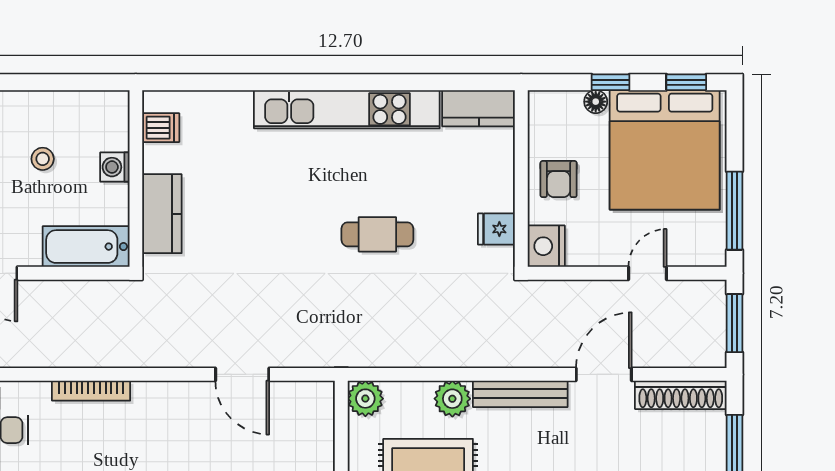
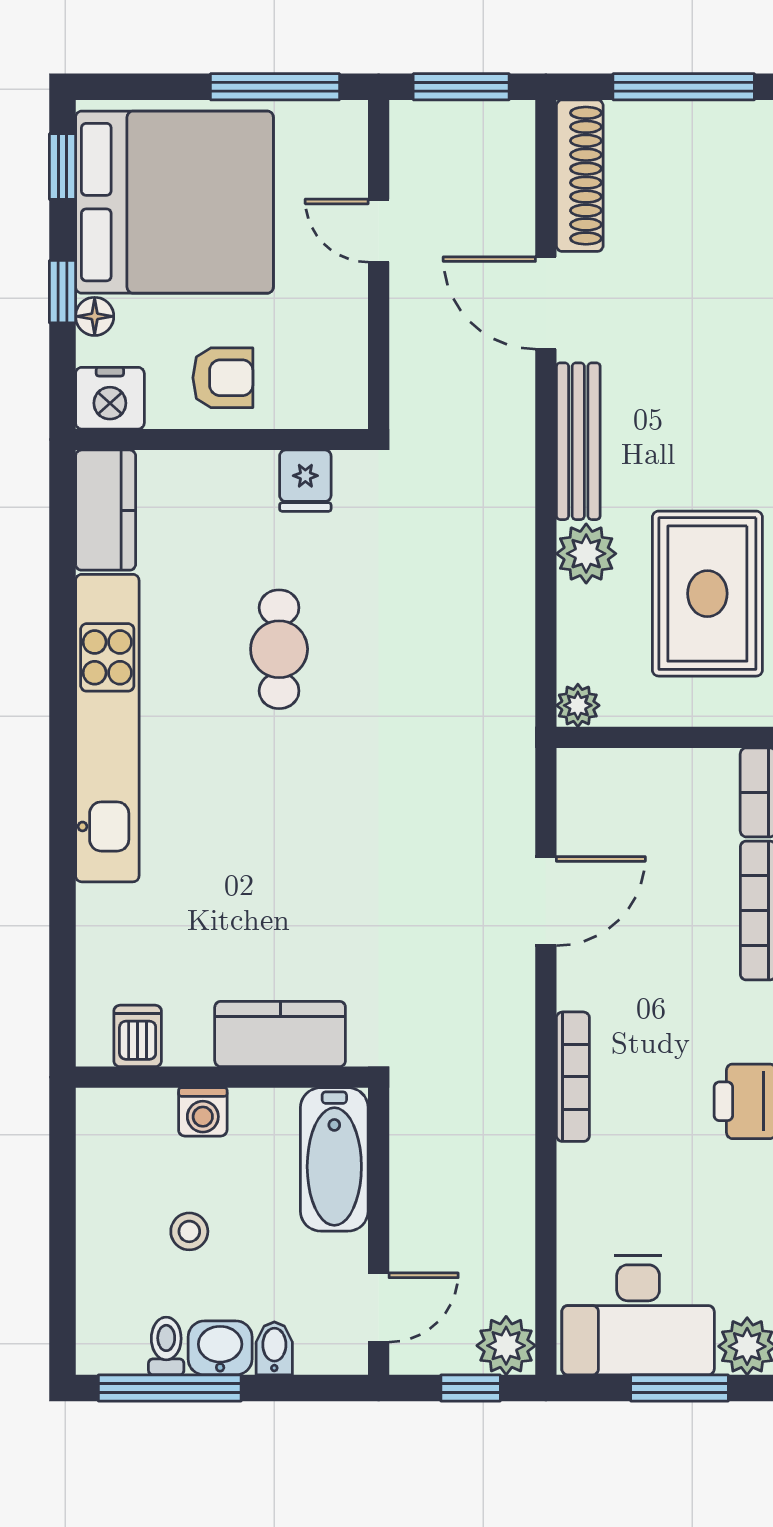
cafe table: (377, 234) -> (279, 649), moved
nightstand: (546, 246) -> (110, 398), moved
bookcase: (91, 391) -> (573, 1077), moved
plant: (365, 399) -> (578, 705), width x0.73, depth x0.73

